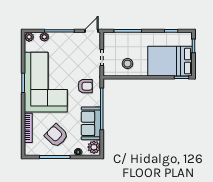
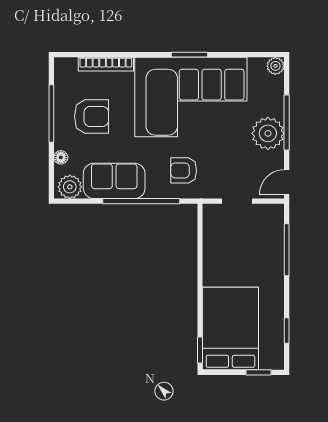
door: (91, 31) -> (287, 182), swing flipped
plant: (44, 37) -> (268, 133), moved, width x1.88, depth x1.88
stool: (127, 64) -> (226, 249), removed
armchair: (85, 86) -> (184, 170), turned 90
armchair: (56, 136) -> (92, 116), turned 46

